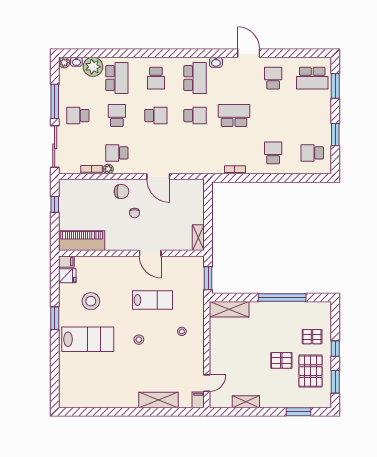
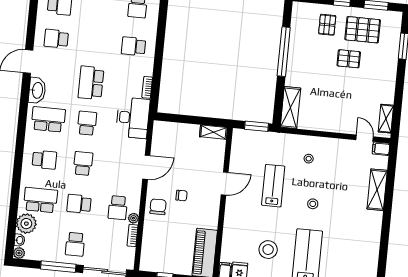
washbasin: (216, 62) -> (37, 90), width x1.91, depth x1.45
desk: (204, 159) -> (133, 118), added
pallet: (281, 360) -> (349, 59), turned 90
shelving: (246, 402) -> (386, 119), moved

